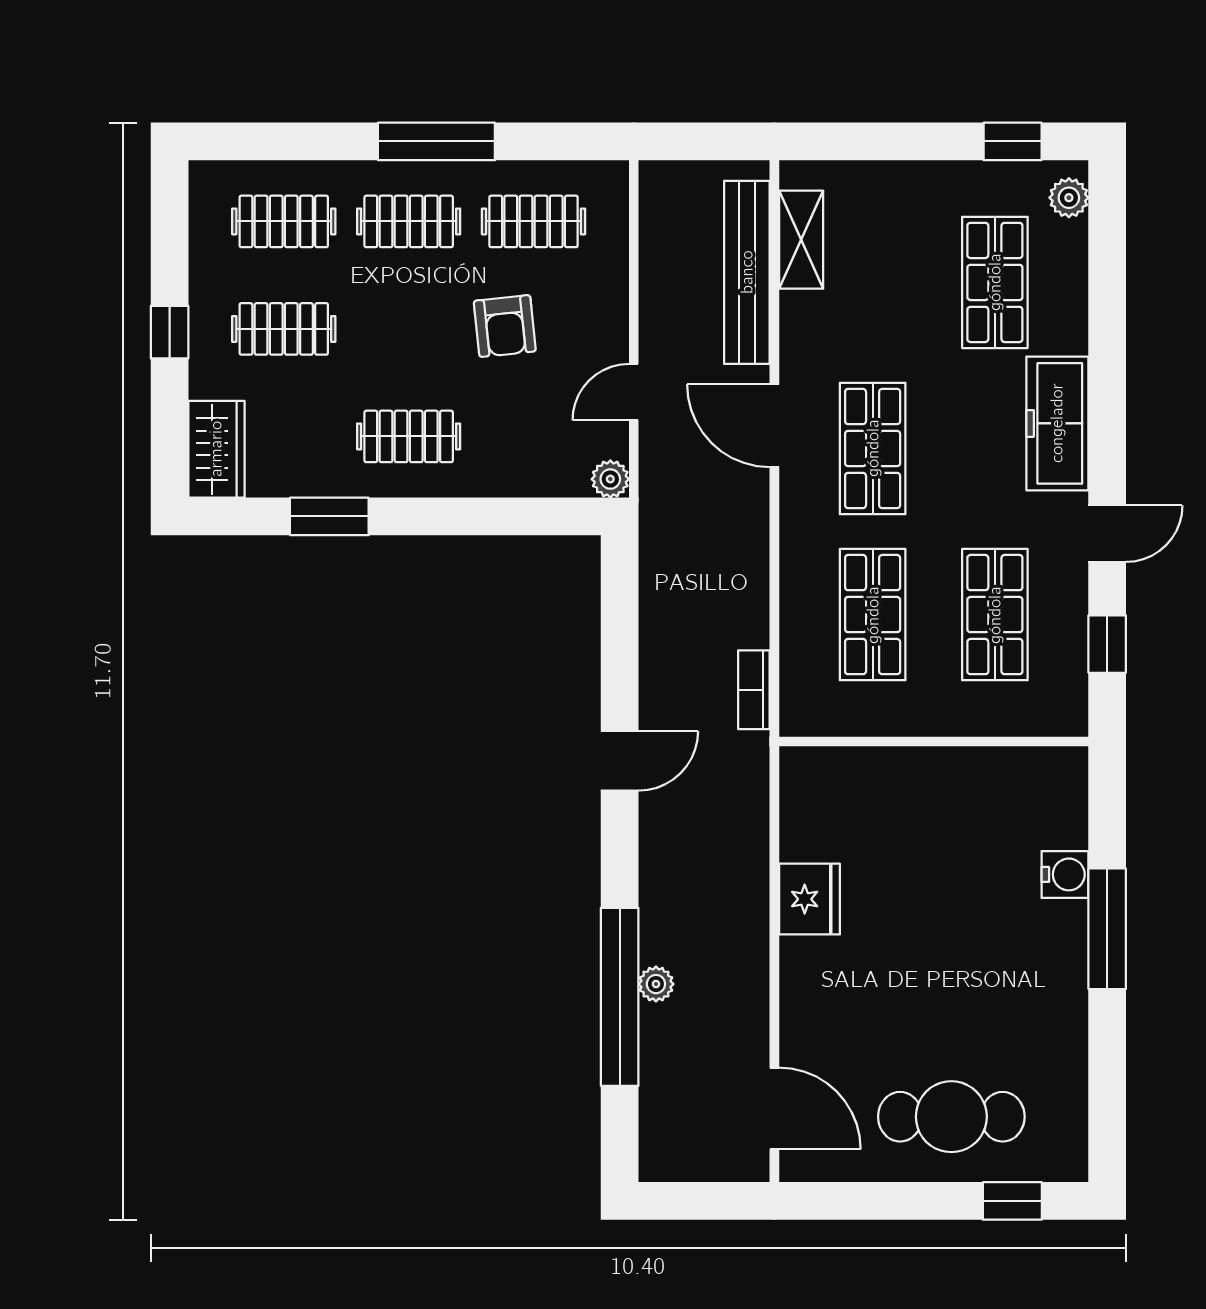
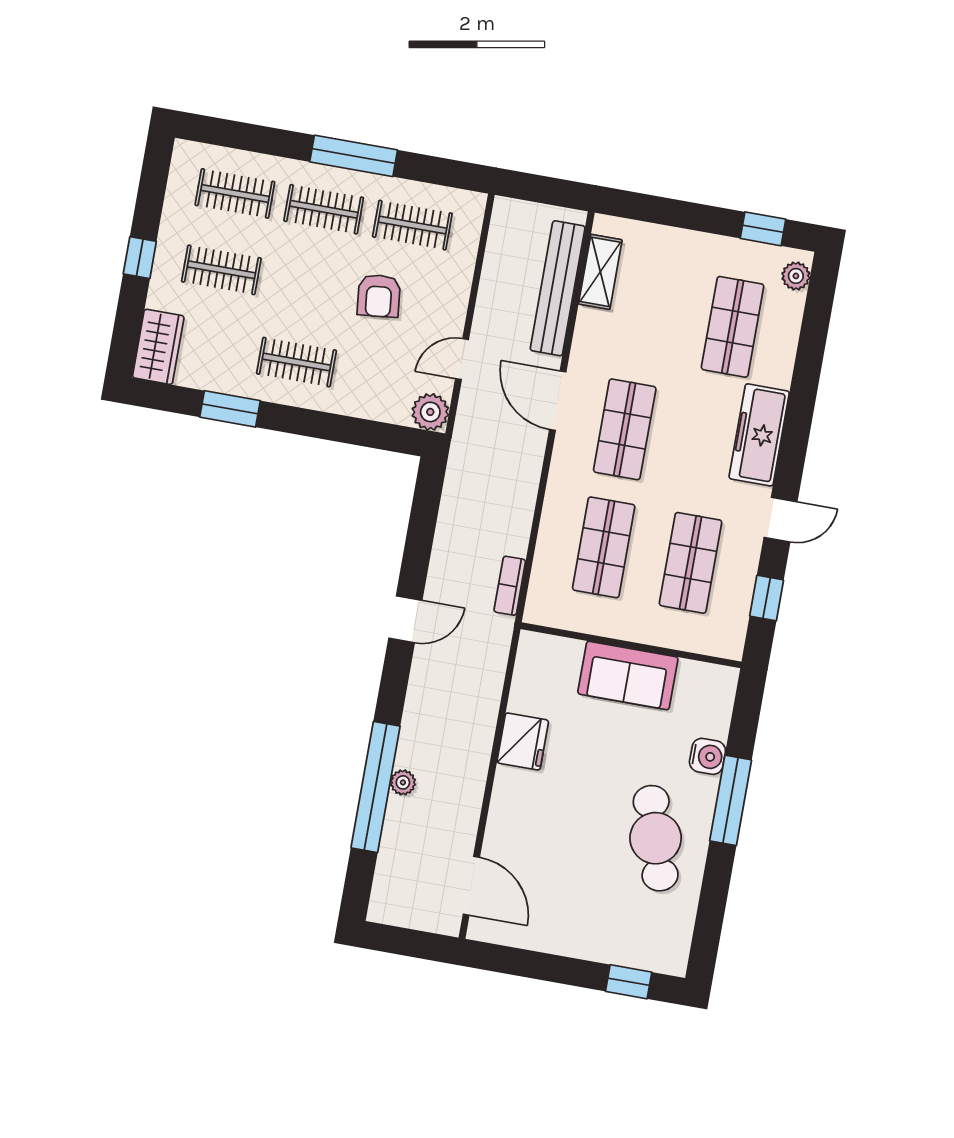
plant: (610, 479) -> (430, 412), width x1.38, depth x1.38
sofa: (937, 783) -> (628, 675), added
cafe table: (951, 1117) -> (656, 838), moved, turned 73

